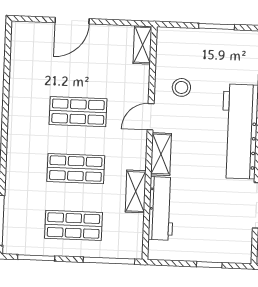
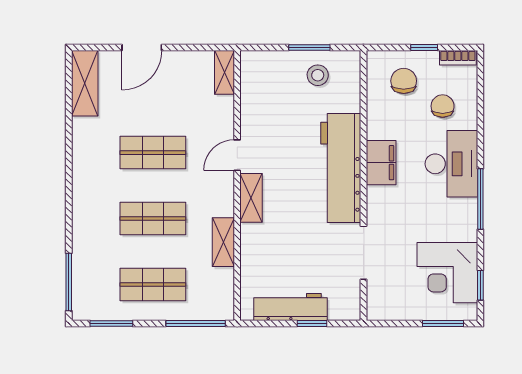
shelving: (22, 49) -> (85, 83), added
stool: (181, 87) -> (318, 75), moved
workbench: (161, 208) -> (290, 307), moved, turned -90

